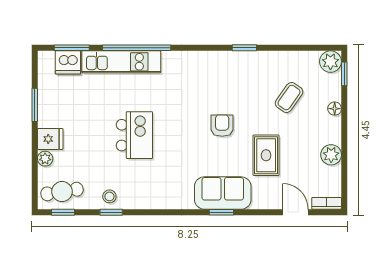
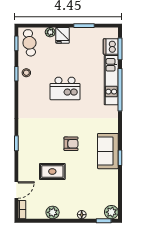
coffee table: (289, 98) -> (89, 186), removed
sofa: (223, 193) -> (108, 151), moved, turned 180

